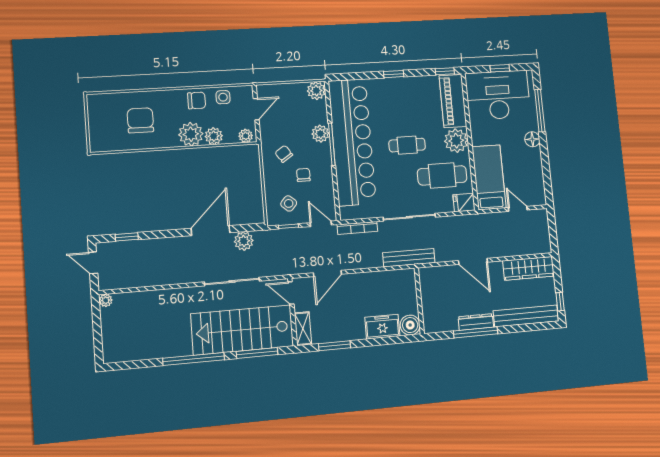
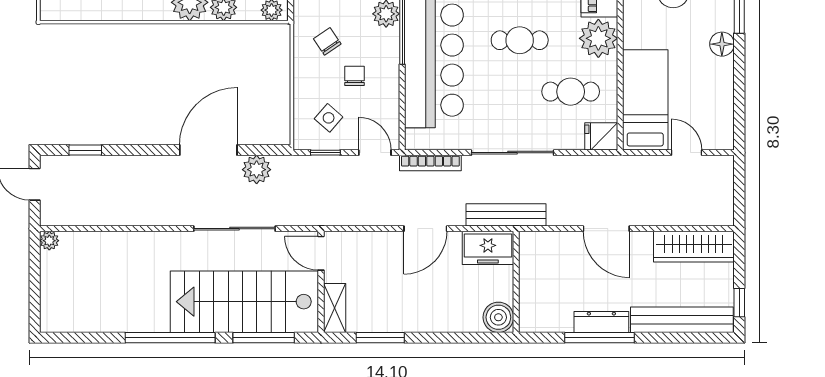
cafe table: (442, 175) -> (571, 92), width x0.73, depth x0.74
door: (327, 274) -> (425, 229), moved
freezer: (382, 327) -> (488, 248), moved, turned 180

